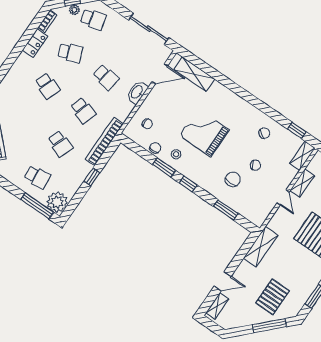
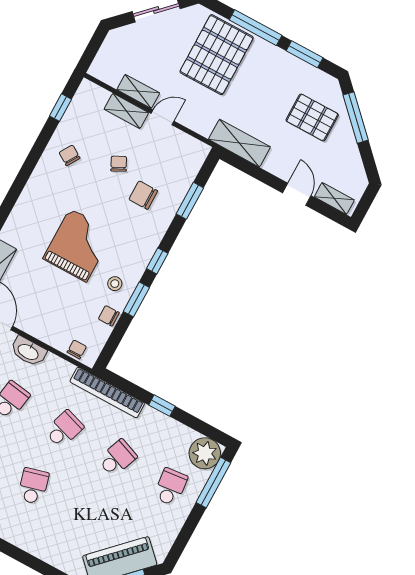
school desk: (47, 86) -> (33, 486), turned -36
chair: (147, 124) -> (77, 349), moved
grand piano: (204, 133) -> (78, 245), turned 180
shelving: (302, 156) -> (126, 111), moved

